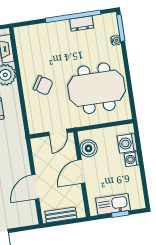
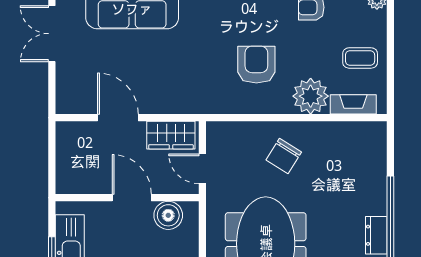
wardrobe: (41, 154) -> (171, 135), added
bench: (61, 215) -> (65, 153), removed

